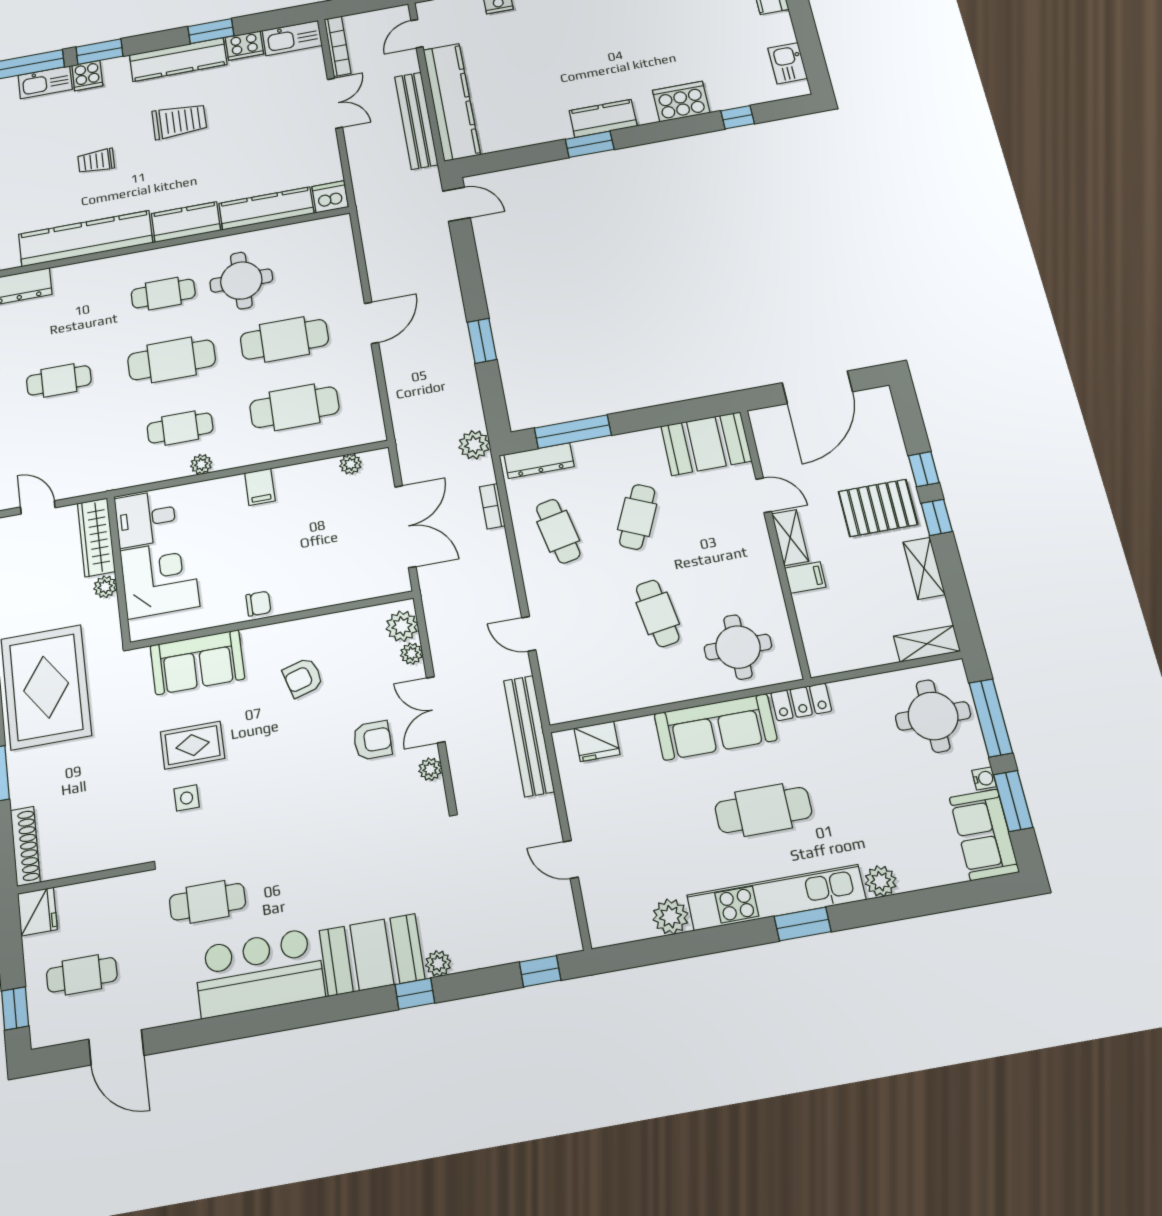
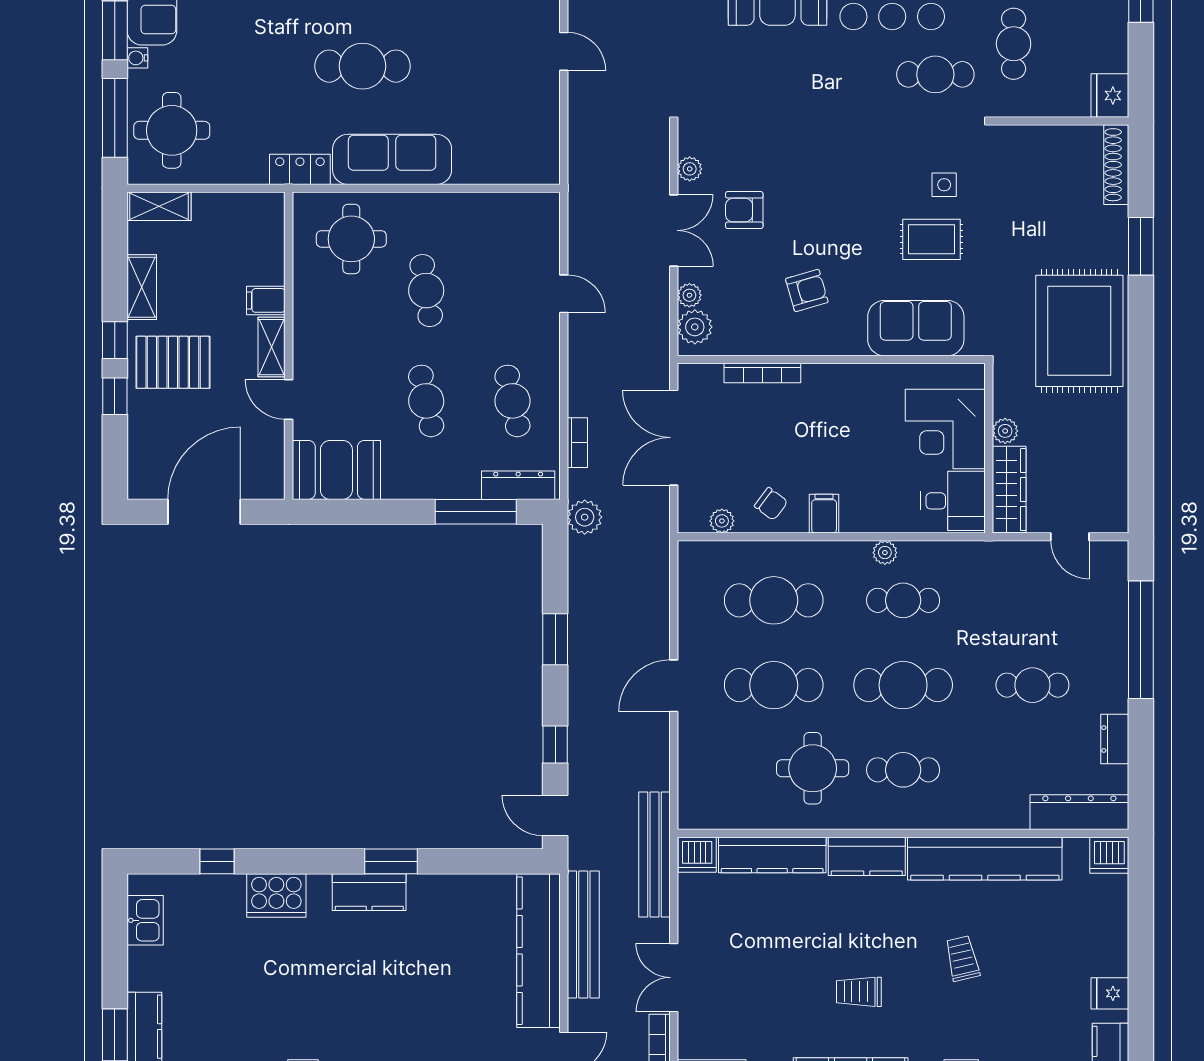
trolley: (179, 121) -> (859, 992), width x0.73, depth x0.72
trolley: (96, 161) -> (962, 959), turned -103
window: (467, 258) -> (555, 744), added
cafe table: (637, 517) -> (426, 401), turned -36
bookcase: (333, 597) -> (762, 373), added
chair: (258, 604) -> (771, 504), moved, turned -143
bench: (529, 736) -> (655, 854), moved
fridge: (597, 741) -> (515, 167), removed
cafe table: (82, 975) -> (1014, 44), moved, turned 90

